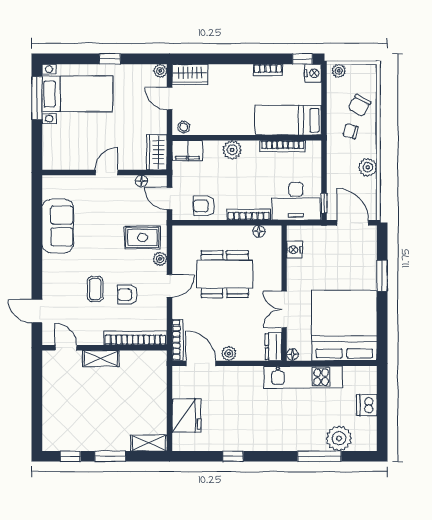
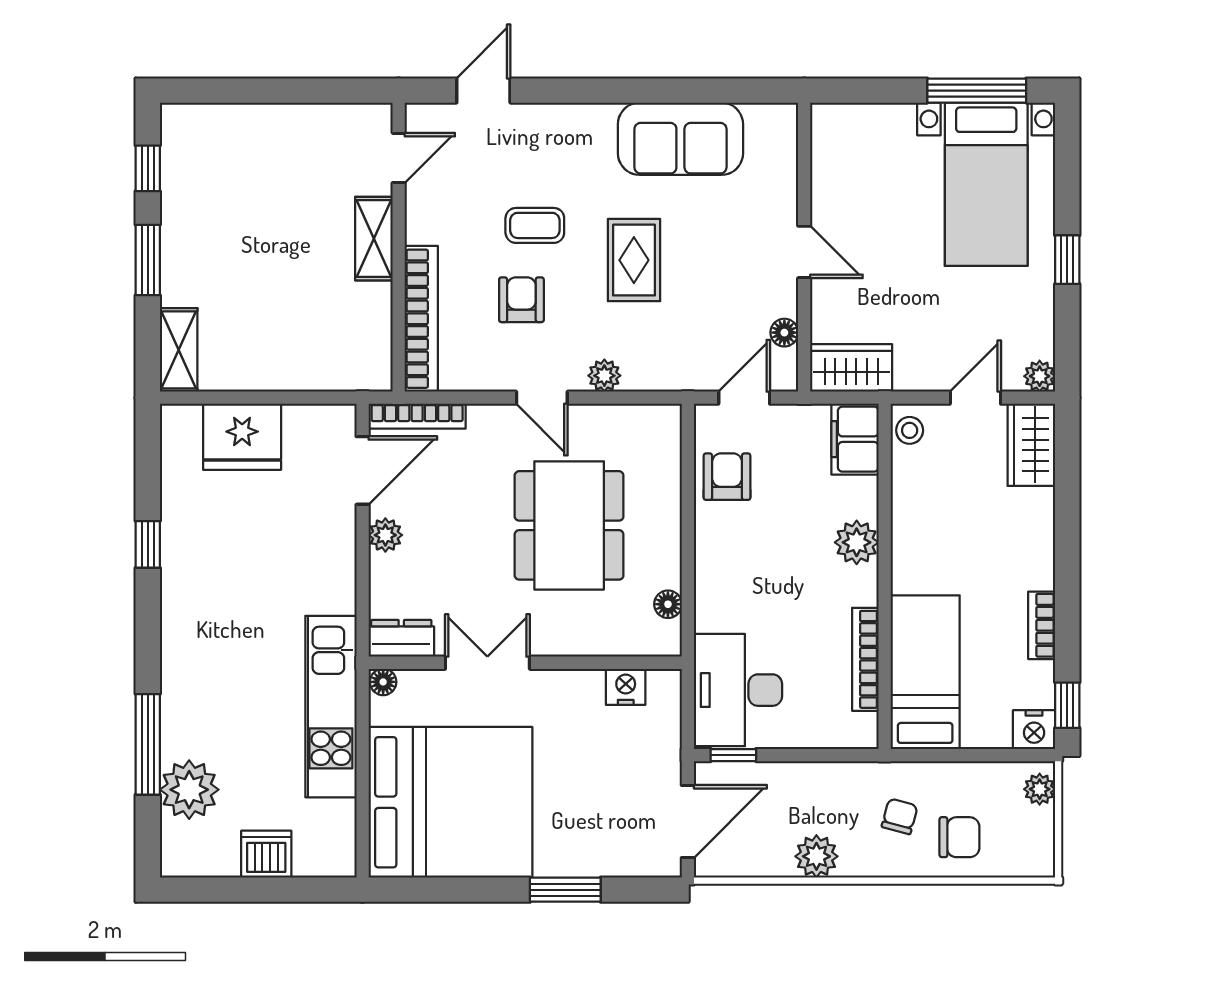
chair: (359, 105) -> (959, 837), turned 152
bookcase: (249, 215) -> (707, 581), removed
rug: (142, 238) -> (634, 260), moved

